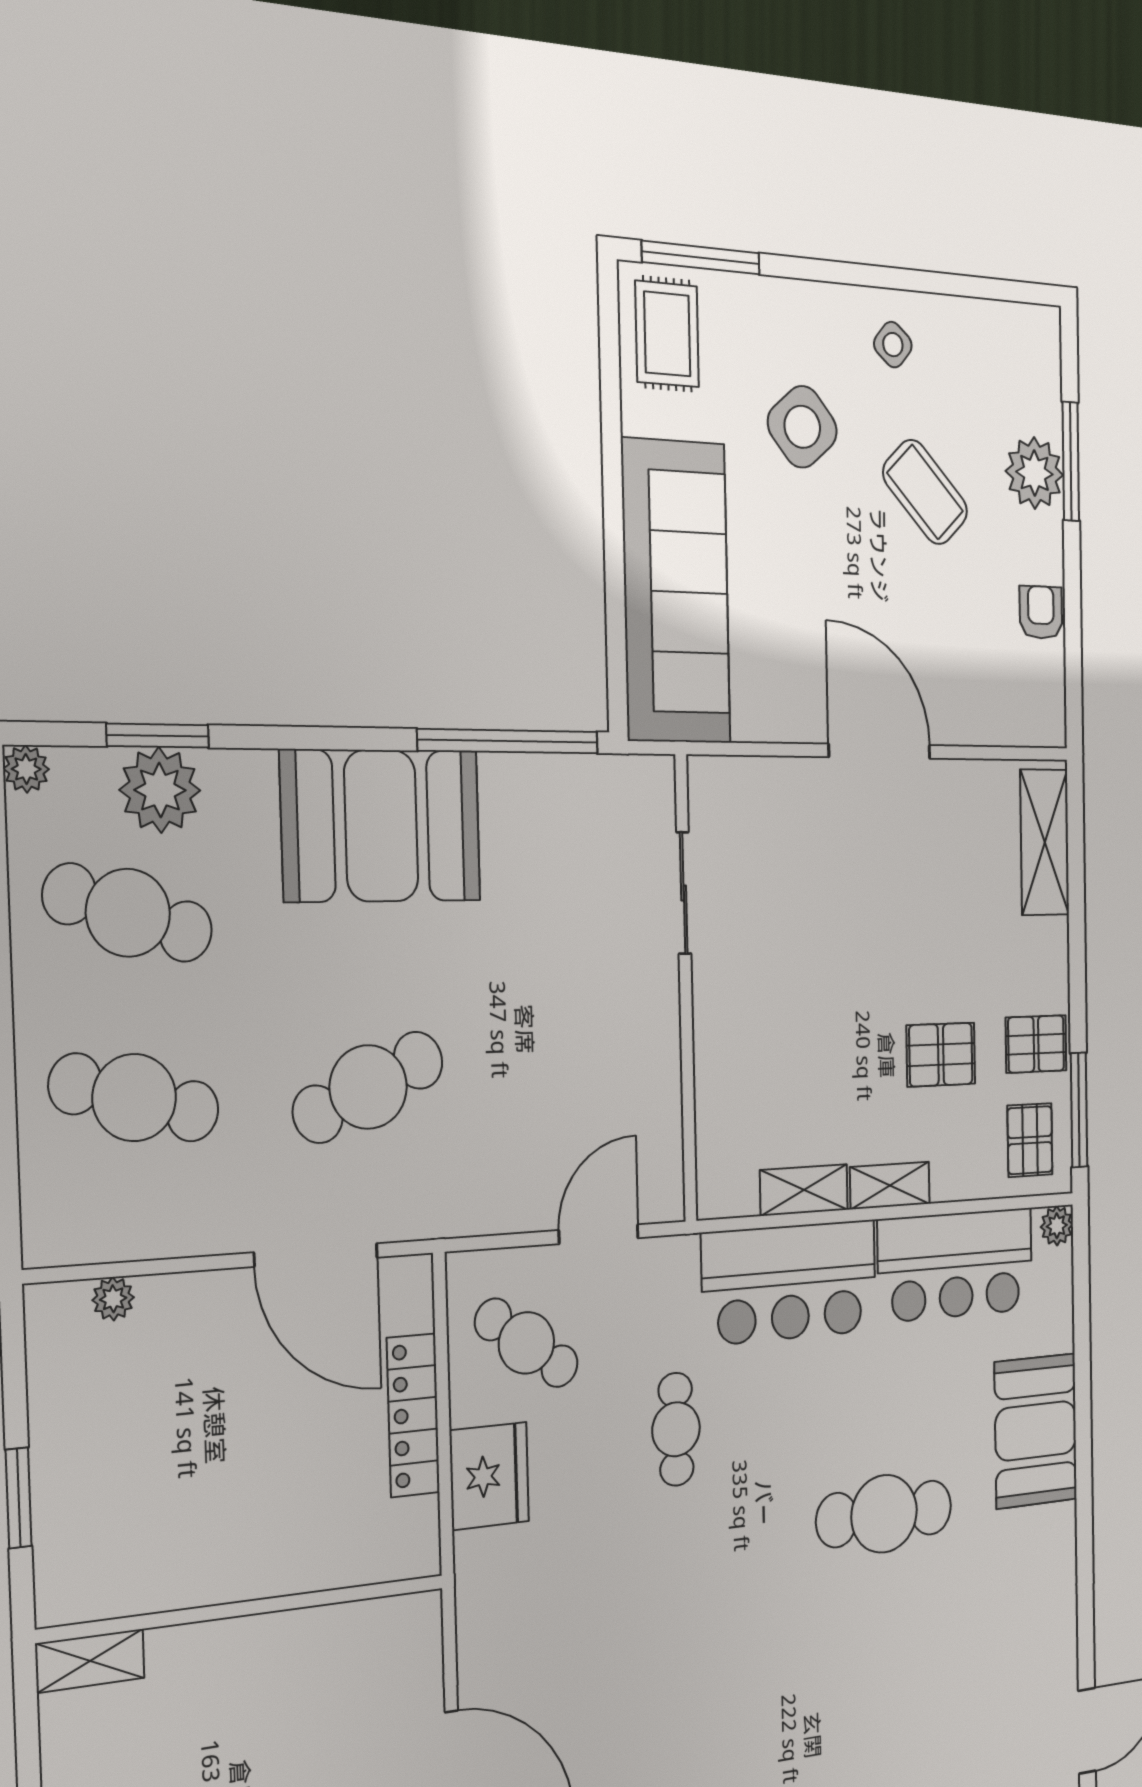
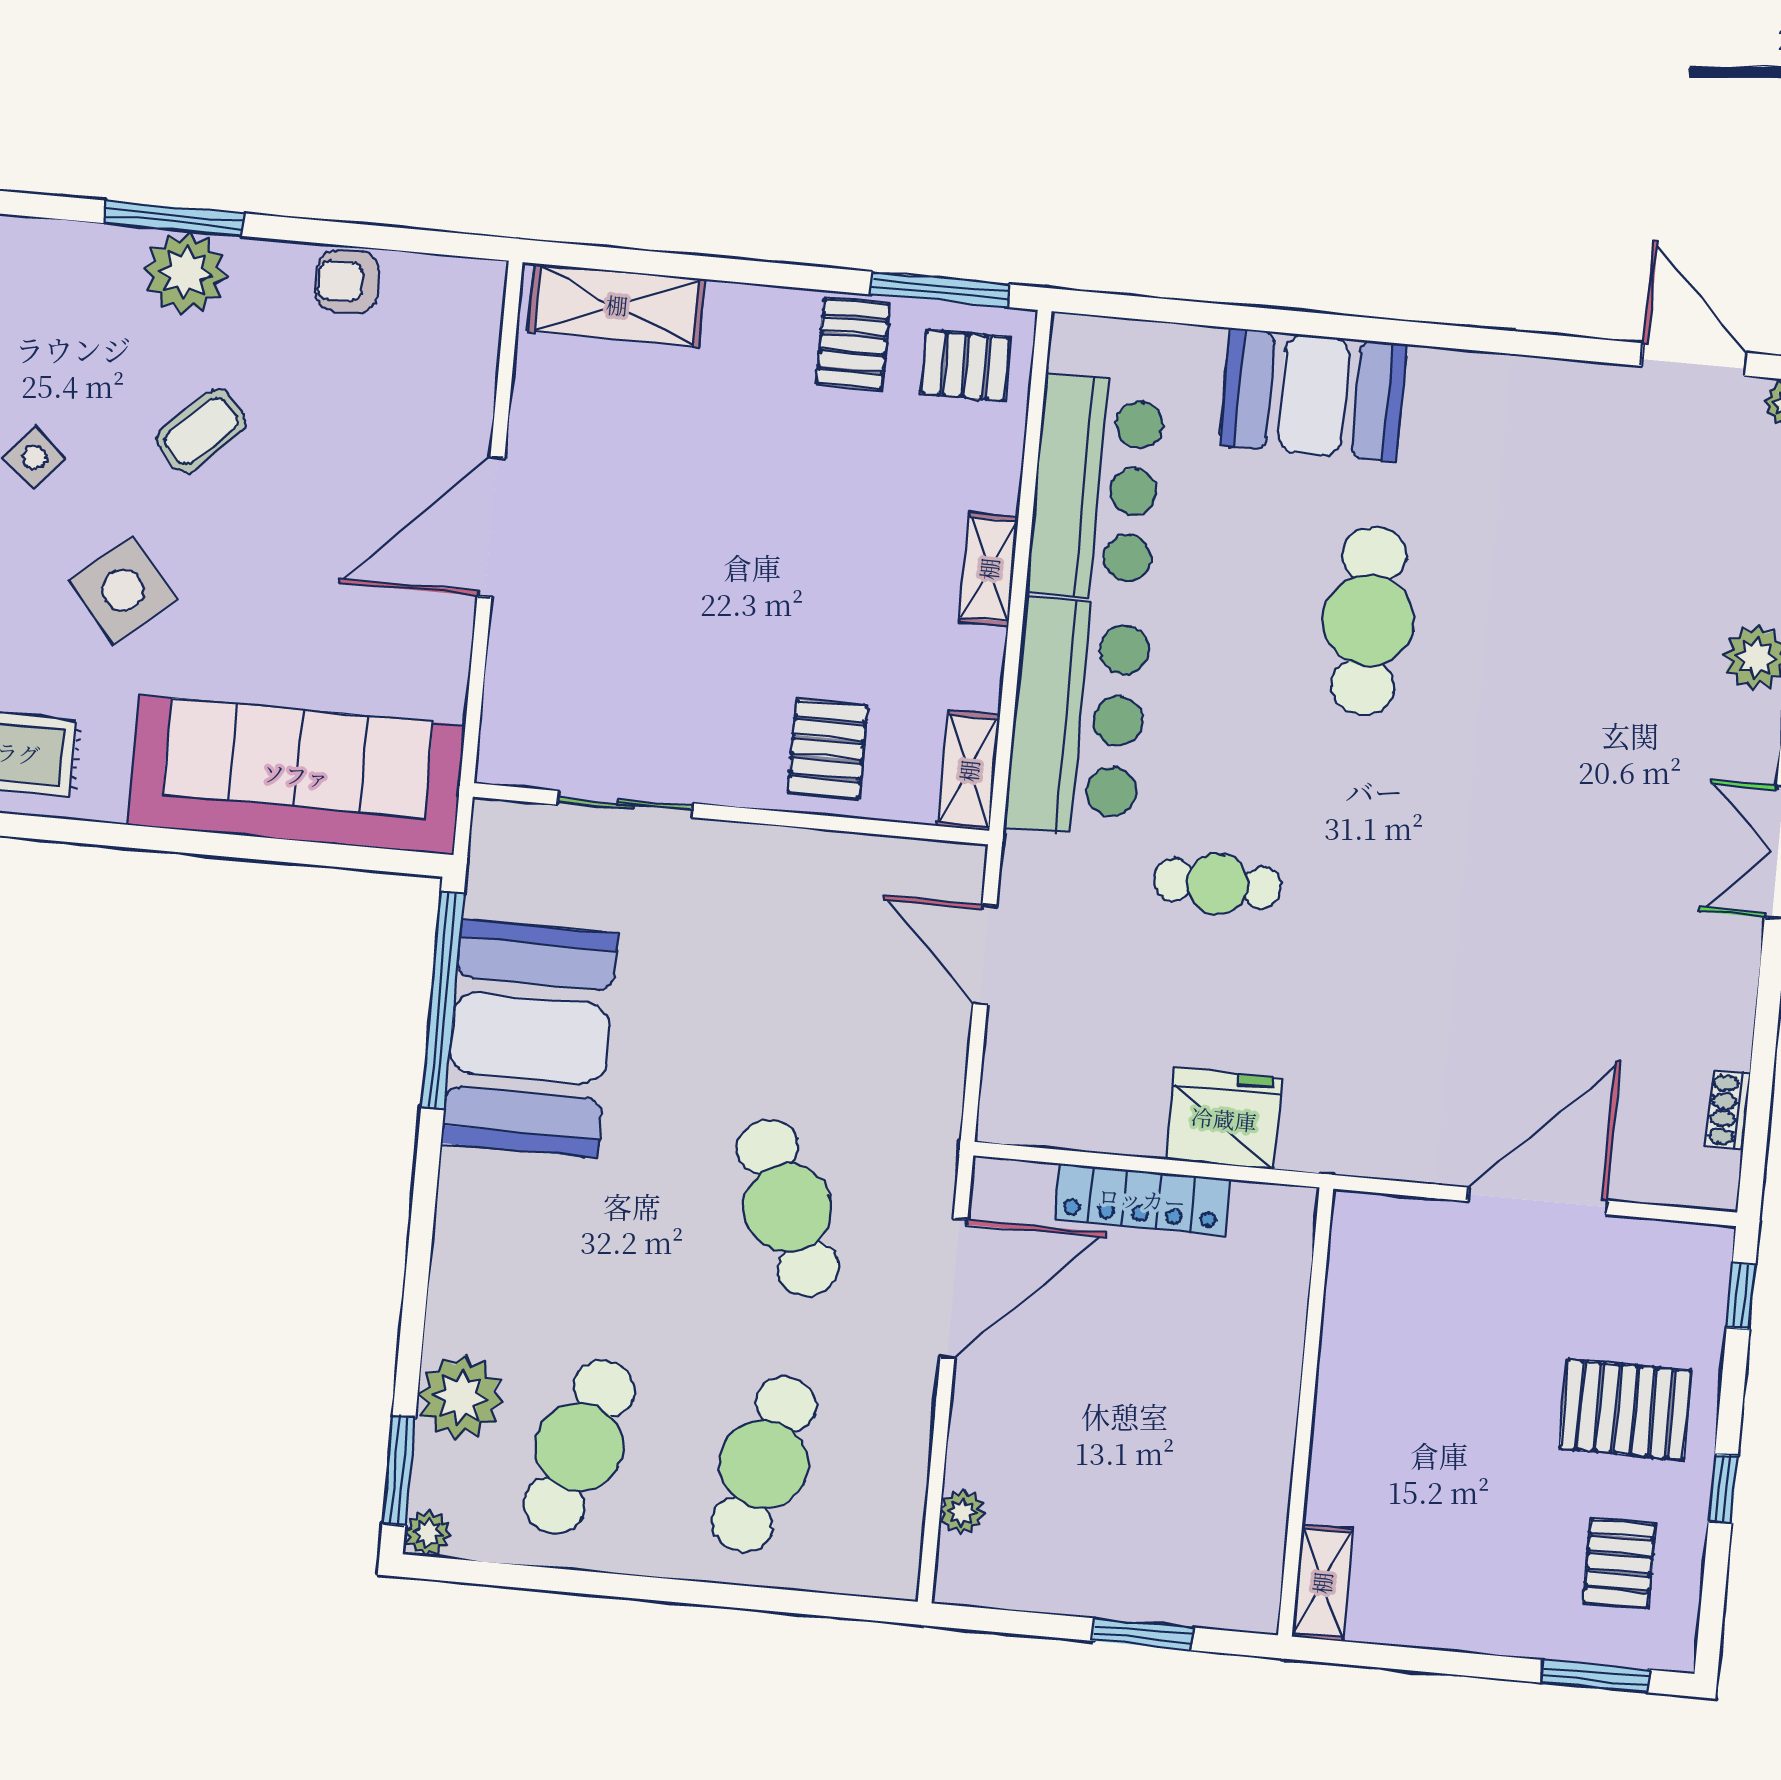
coffee table: (925, 492) -> (201, 431), width x0.73, depth x0.77
window: (158, 736) -> (399, 1471), moved
booth: (381, 826) -> (530, 1038), moved
pallet: (941, 1055) -> (827, 749), moved
shelving: (804, 1190) -> (969, 771), moved
plant: (1057, 1226) -> (1073, 337), removed
cafe table: (526, 1343) -> (1088, 1057), removed

